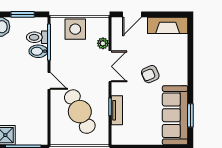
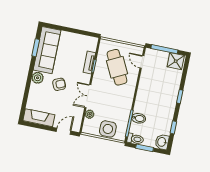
toilet: (37, 37) -> (135, 139), moved
plant: (180, 77) -> (38, 78), added
door: (49, 81) -> (142, 62), moved

